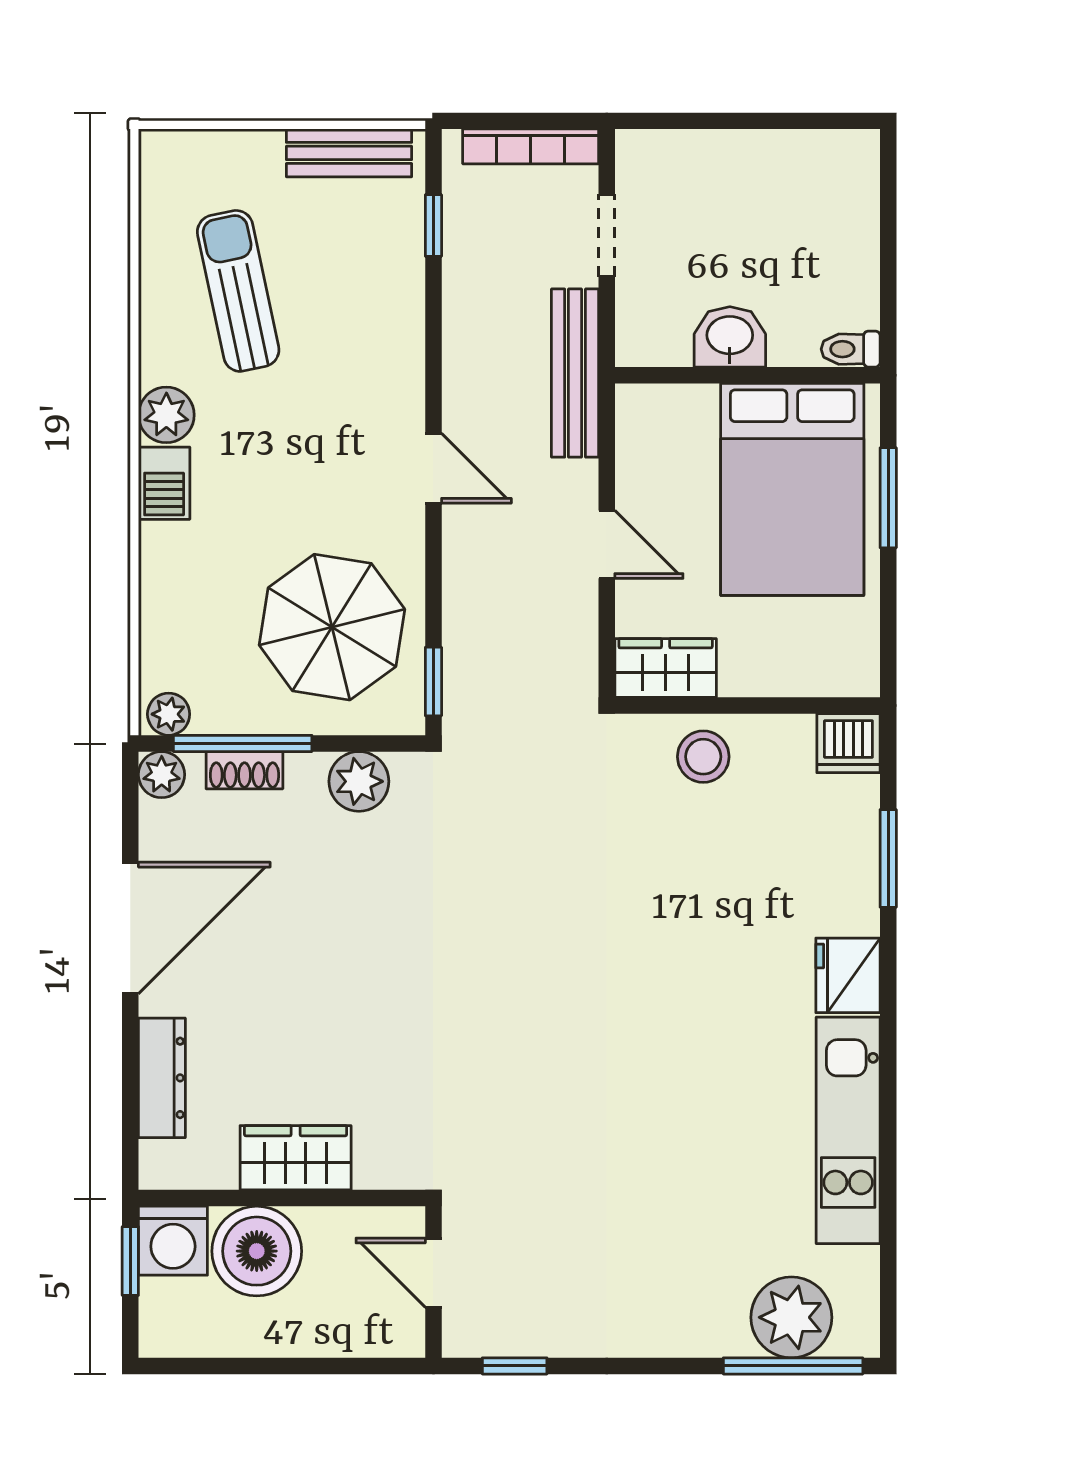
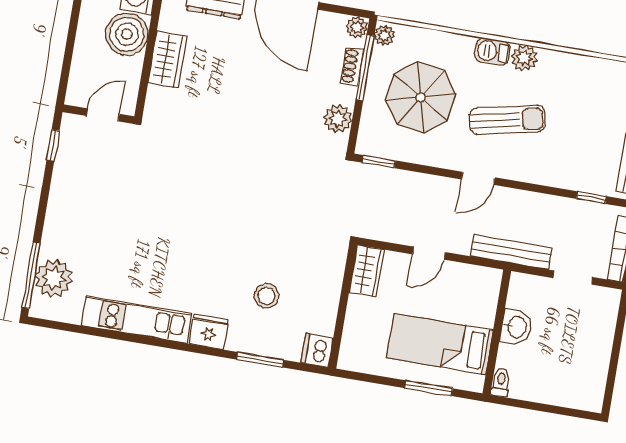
sun lounger: (238, 291) -> (507, 120), moved
bed: (792, 489) -> (440, 344), width x0.67
parasol: (332, 627) -> (421, 97), moved
stool: (703, 757) -> (266, 296), moved

